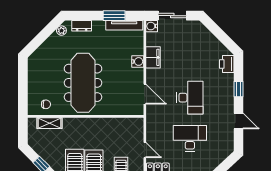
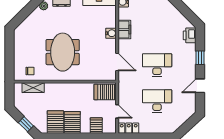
meeting table: (83, 83) -> (63, 52), width x0.73
desk: (190, 98) -> (157, 65), turned -90
door: (239, 121) -> (200, 86), swing flipped
server rack: (131, 128) -> (105, 92), added

